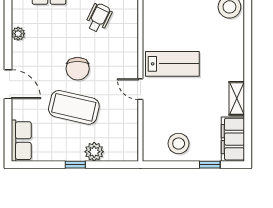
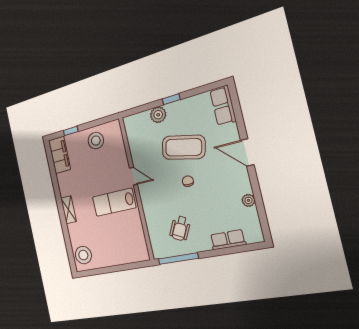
chair: (78, 69) -> (188, 181), width x0.54, depth x0.54
shelving: (237, 98) -> (69, 210), moved

